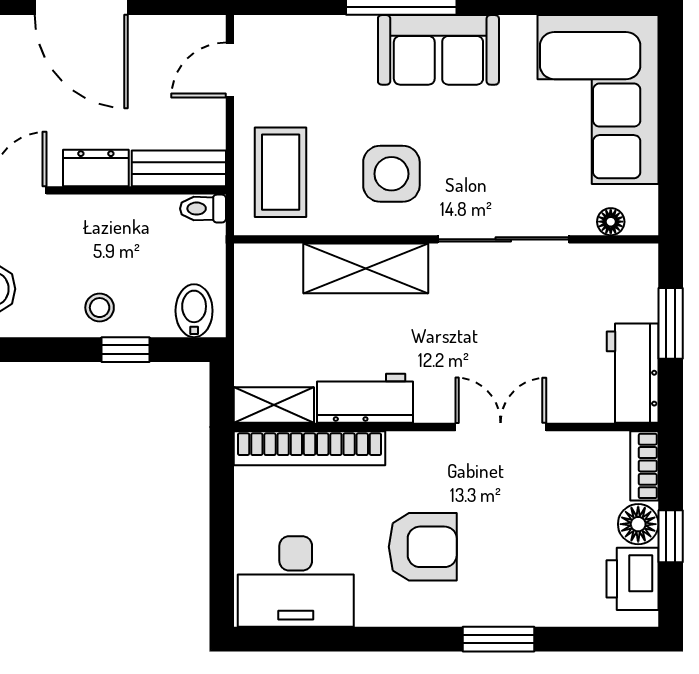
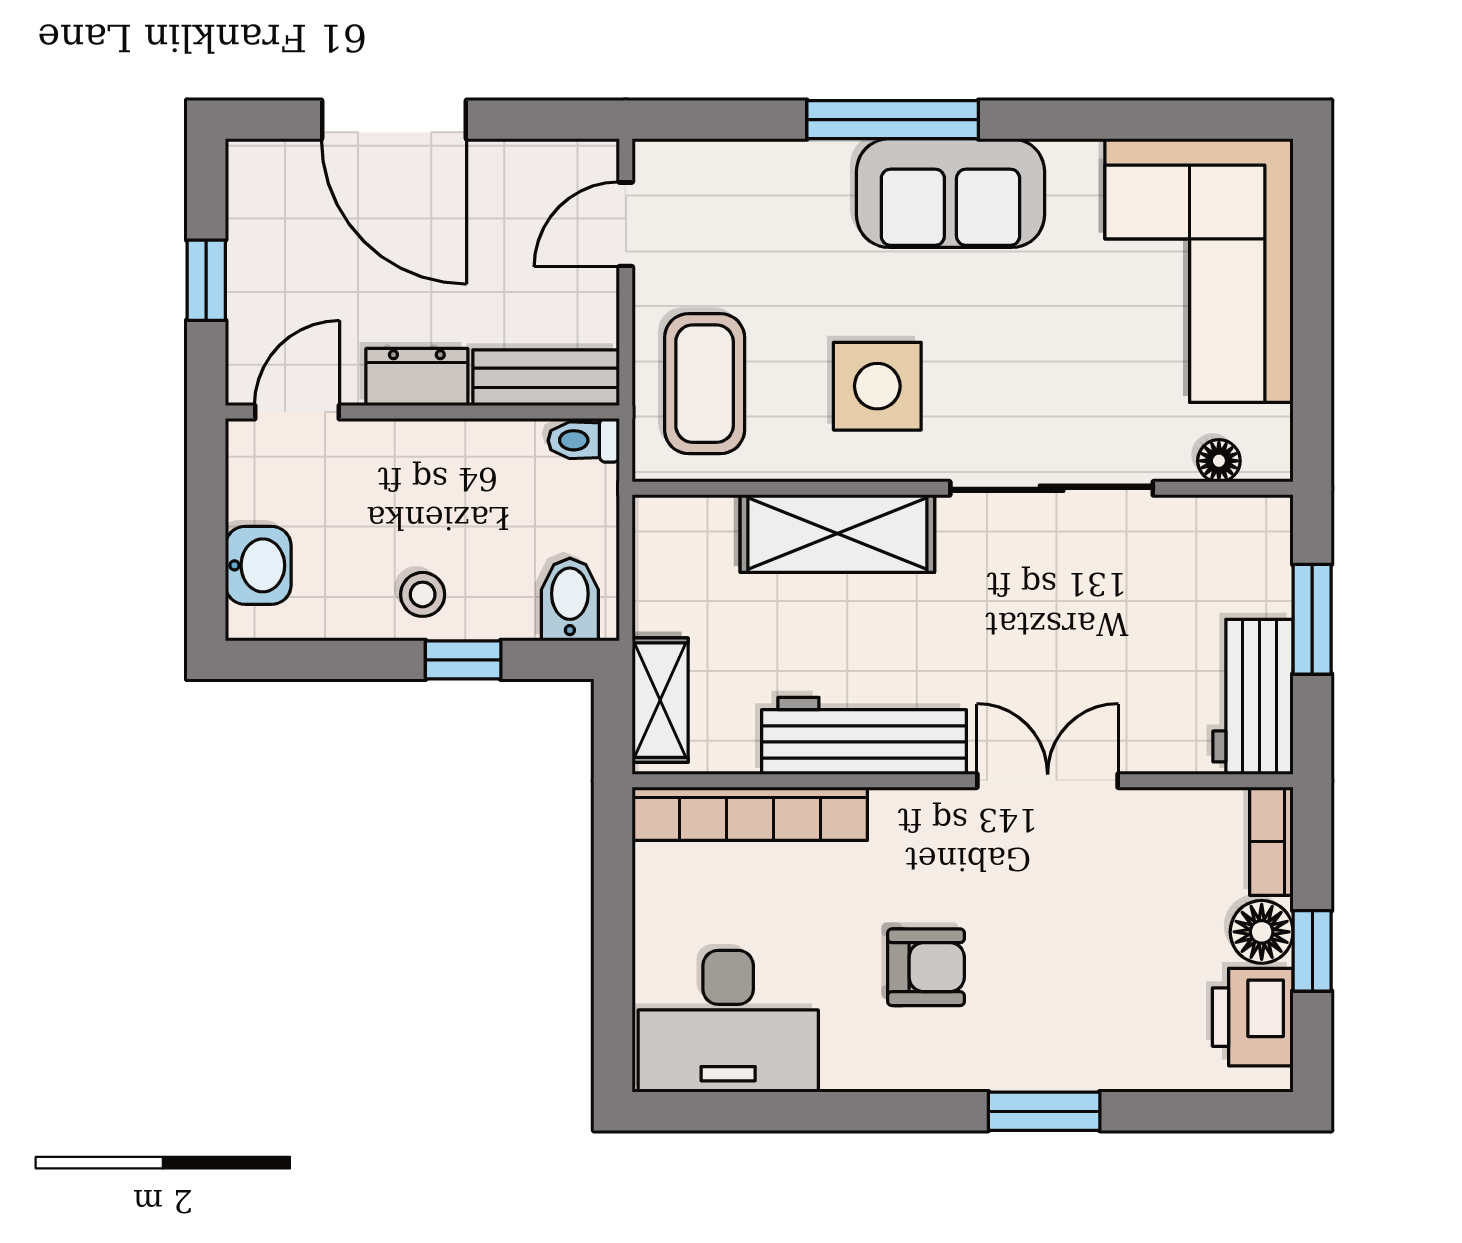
workbench: (365, 398) -> (864, 736), width x1.38
shelving: (274, 405) -> (660, 700), moved, turned 90
armchair: (423, 547) -> (926, 967), width x0.72, depth x0.72

